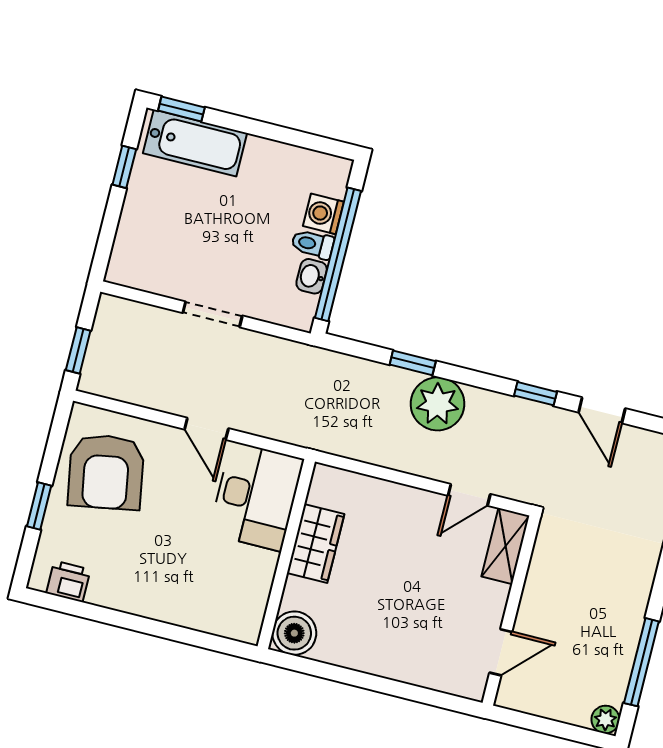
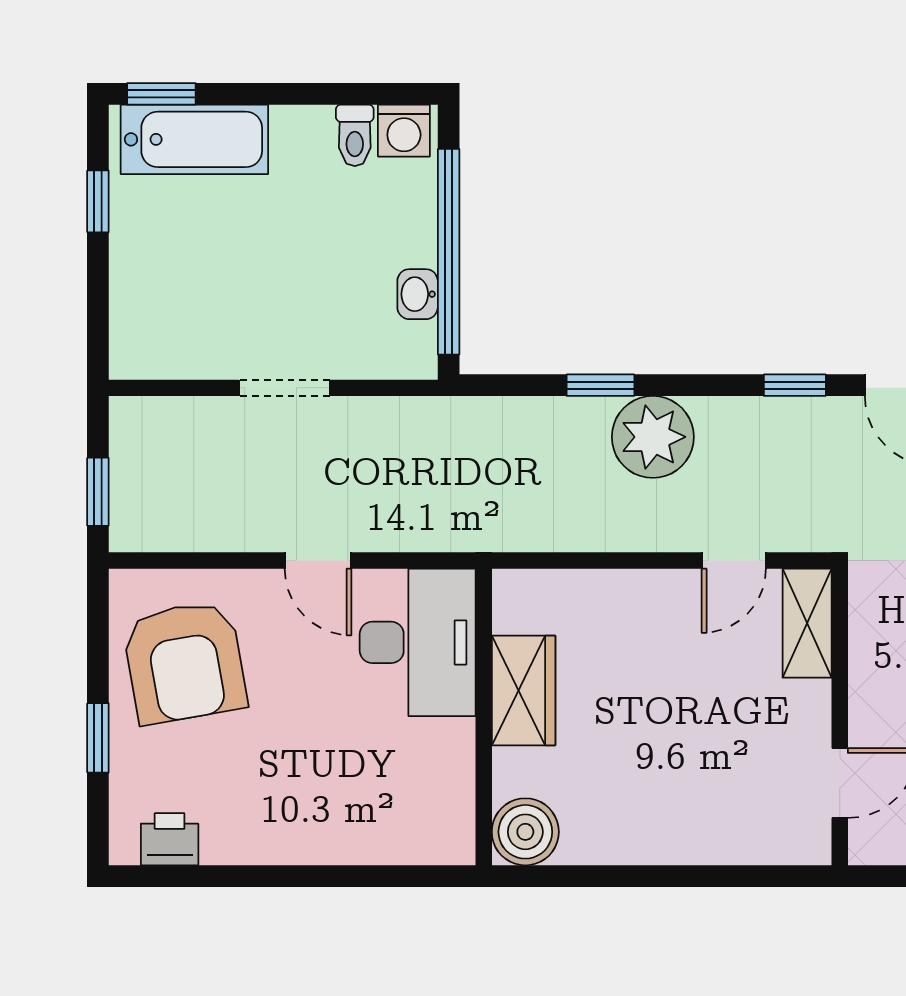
washing machine: (323, 214) -> (404, 131), moved, turned -90
toilet: (313, 244) -> (355, 135), moved, turned -90

